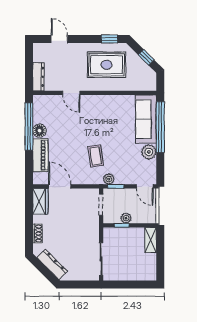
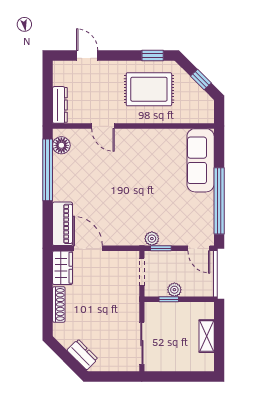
window: (160, 127) -> (219, 201), moved
floor lamp: (39, 131) -> (61, 145), moved
plant: (149, 152) -> (204, 203), removed
piano: (40, 155) -> (62, 224), moved
coffee table: (96, 156) -> (135, 209), removed
shoe rack: (37, 234) -> (59, 304), width x1.43
shelving: (151, 240) -> (207, 336), moved
dresser: (52, 264) -> (82, 355), width x0.70

